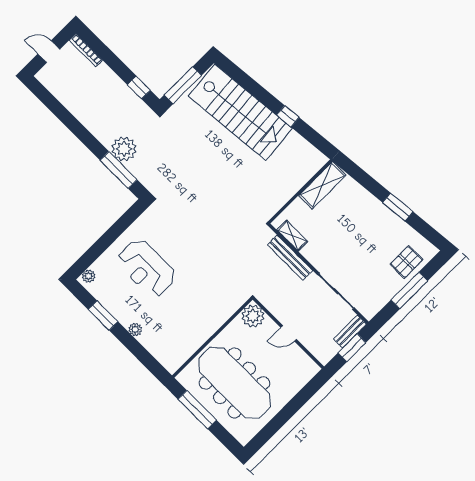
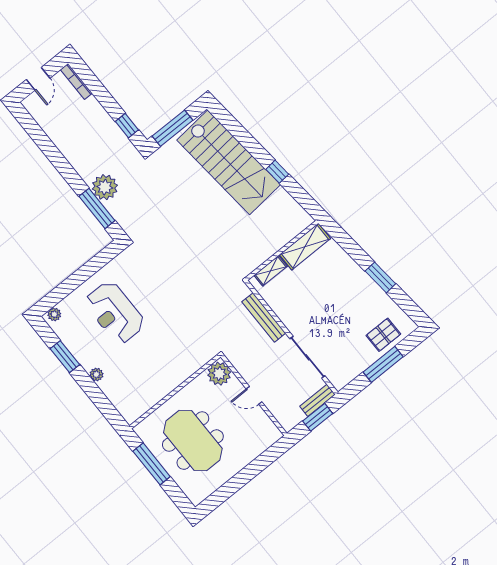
door: (49, 52) -> (38, 79), swing flipped
shelving: (292, 236) -> (271, 271), moved, turned 90
meeting table: (234, 383) -> (193, 441), width x0.73

